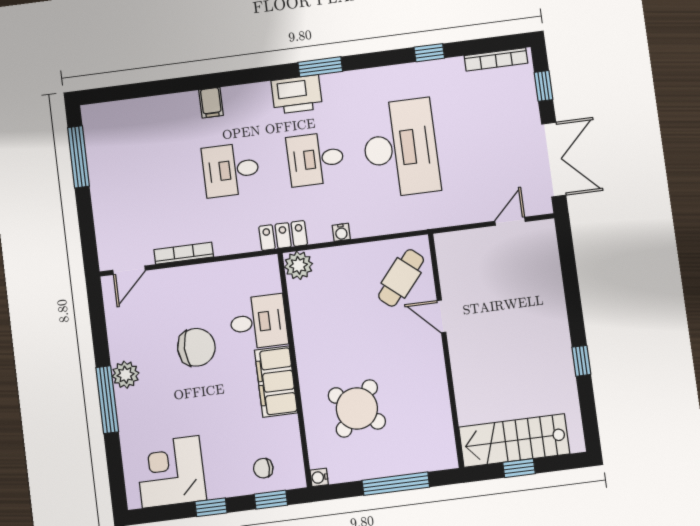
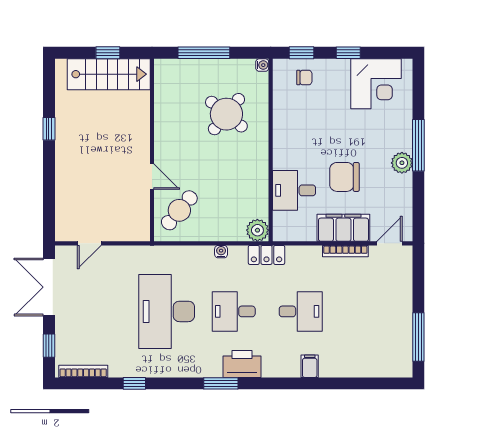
desk: (316, 159) -> (234, 311), turned 180
filing cabinet: (276, 382) -> (343, 228), moved, turned -90

